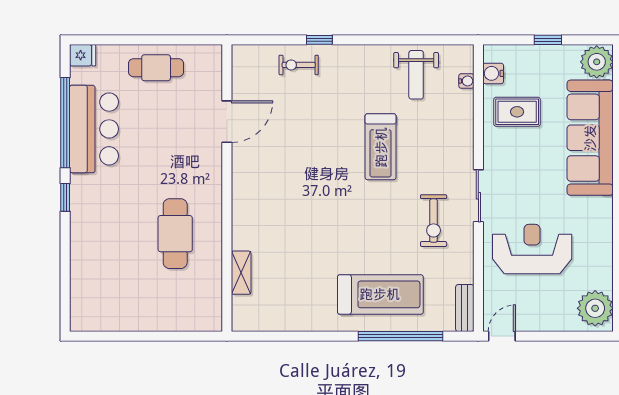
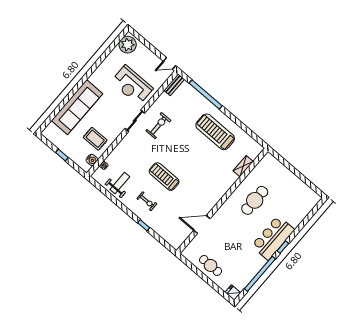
plant: (597, 62) -> (51, 132), removed
exercise bike: (299, 65) -> (147, 201), moved
bar counter: (94, 129) -> (273, 238), moved
treadmill: (381, 147) -> (164, 177), moved, turned -90
treadmill: (380, 294) -> (215, 132), moved

